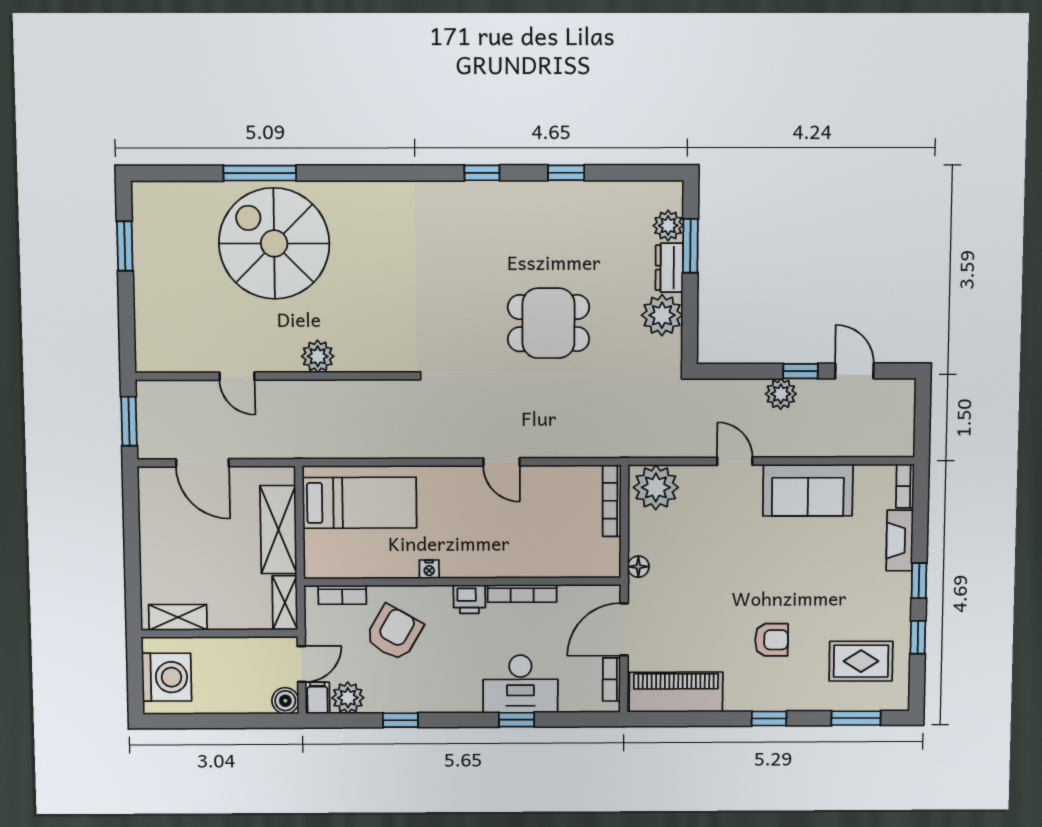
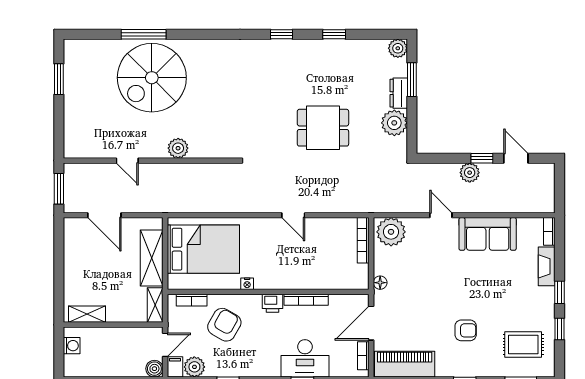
plant: (668, 226) -> (398, 48), moved
spiral stairs: (274, 243) -> (152, 78), turned -90
bed: (360, 503) -> (203, 249), width x1.50
washing machine: (167, 677) -> (72, 346), width x0.53, depth x0.53

